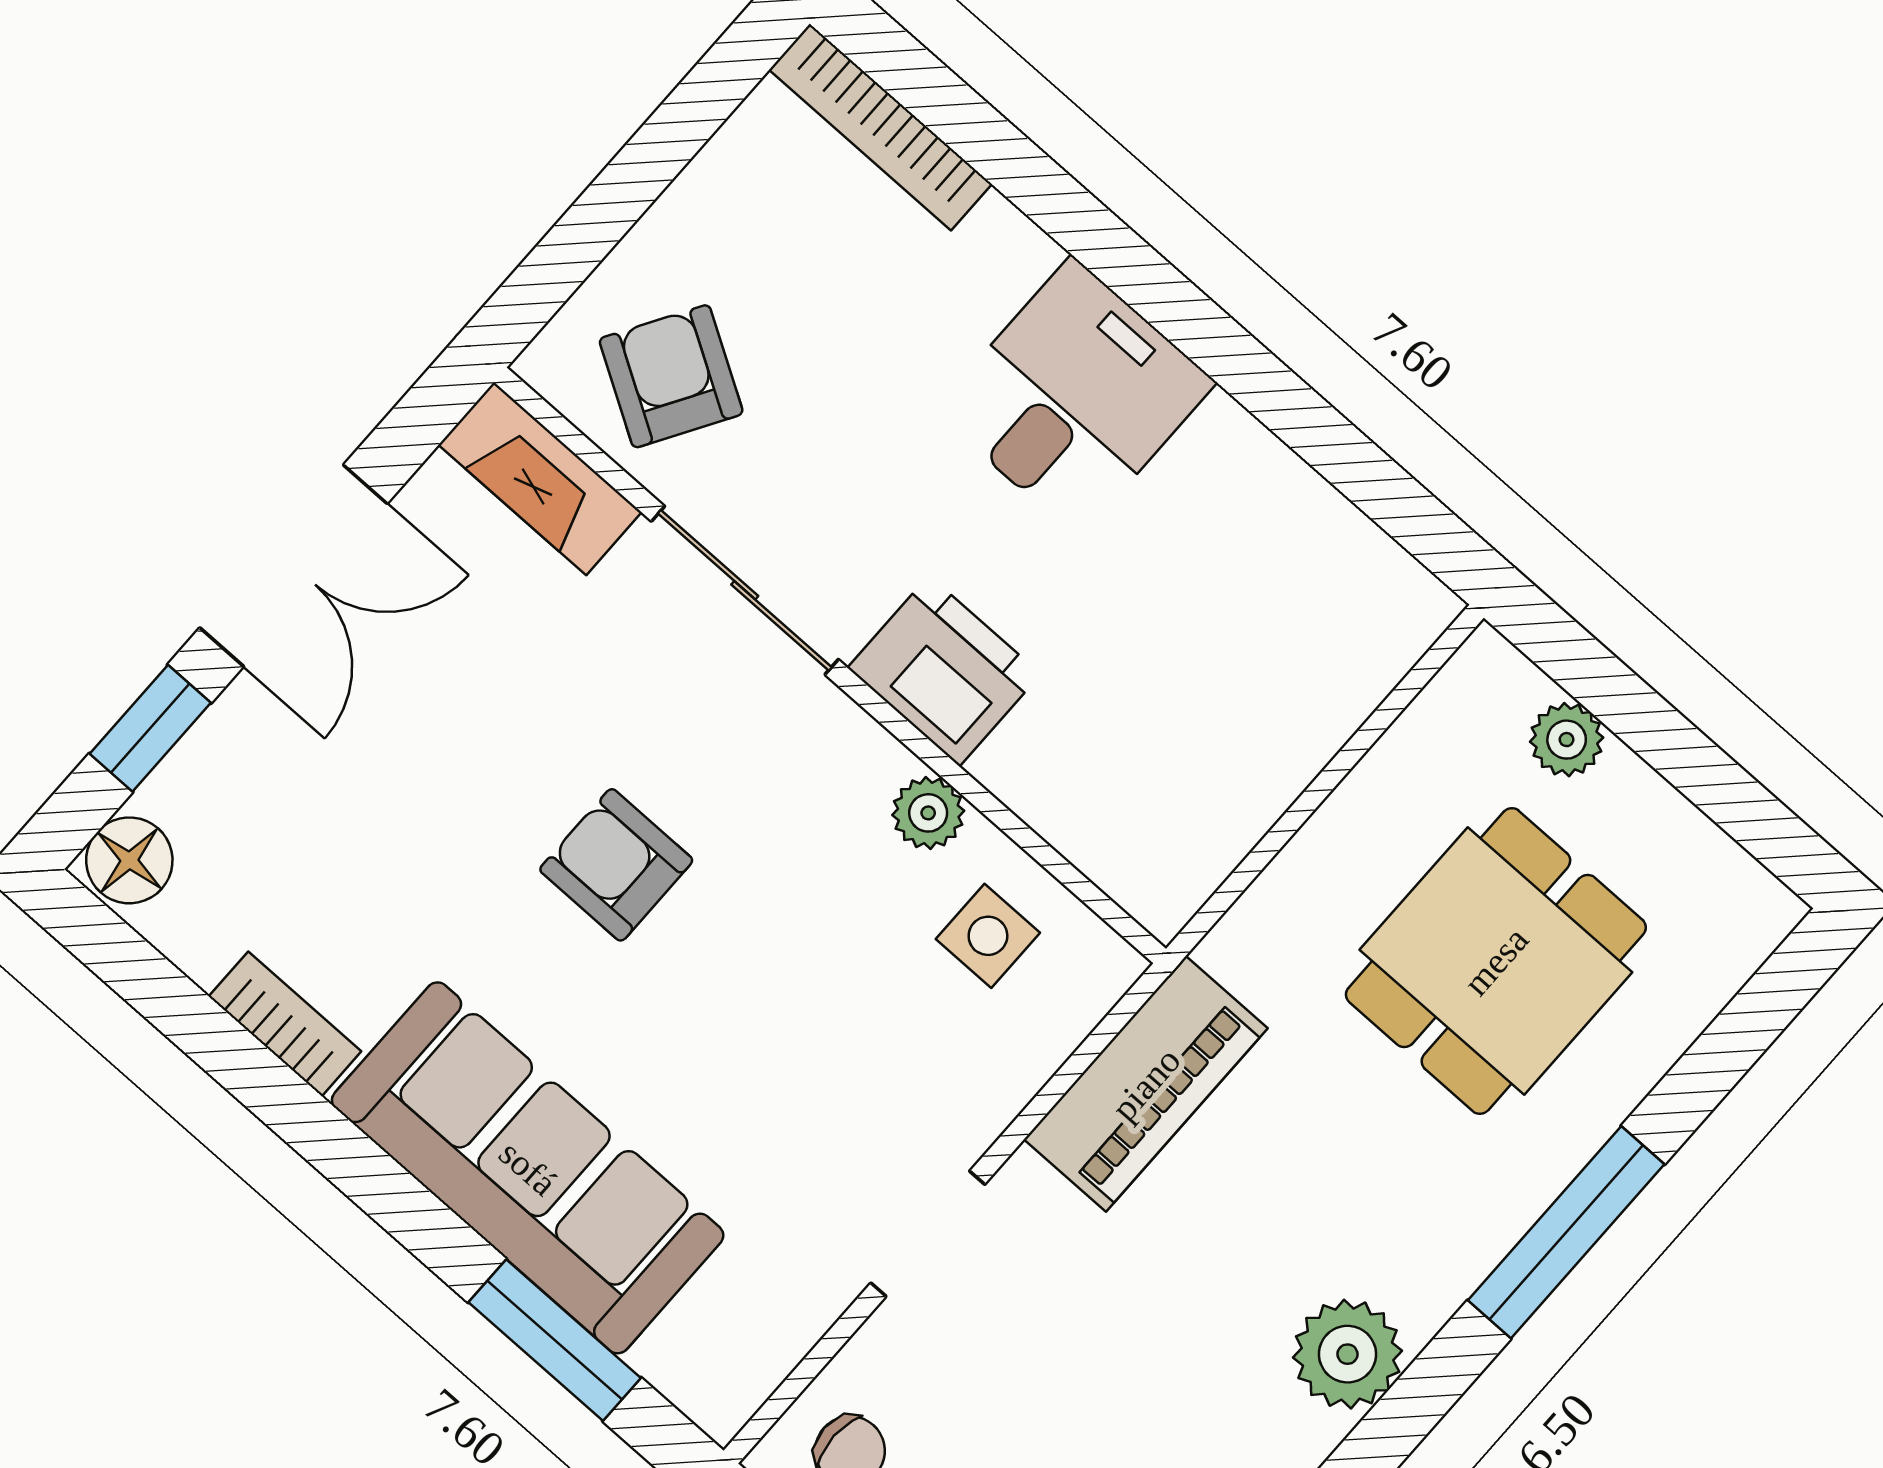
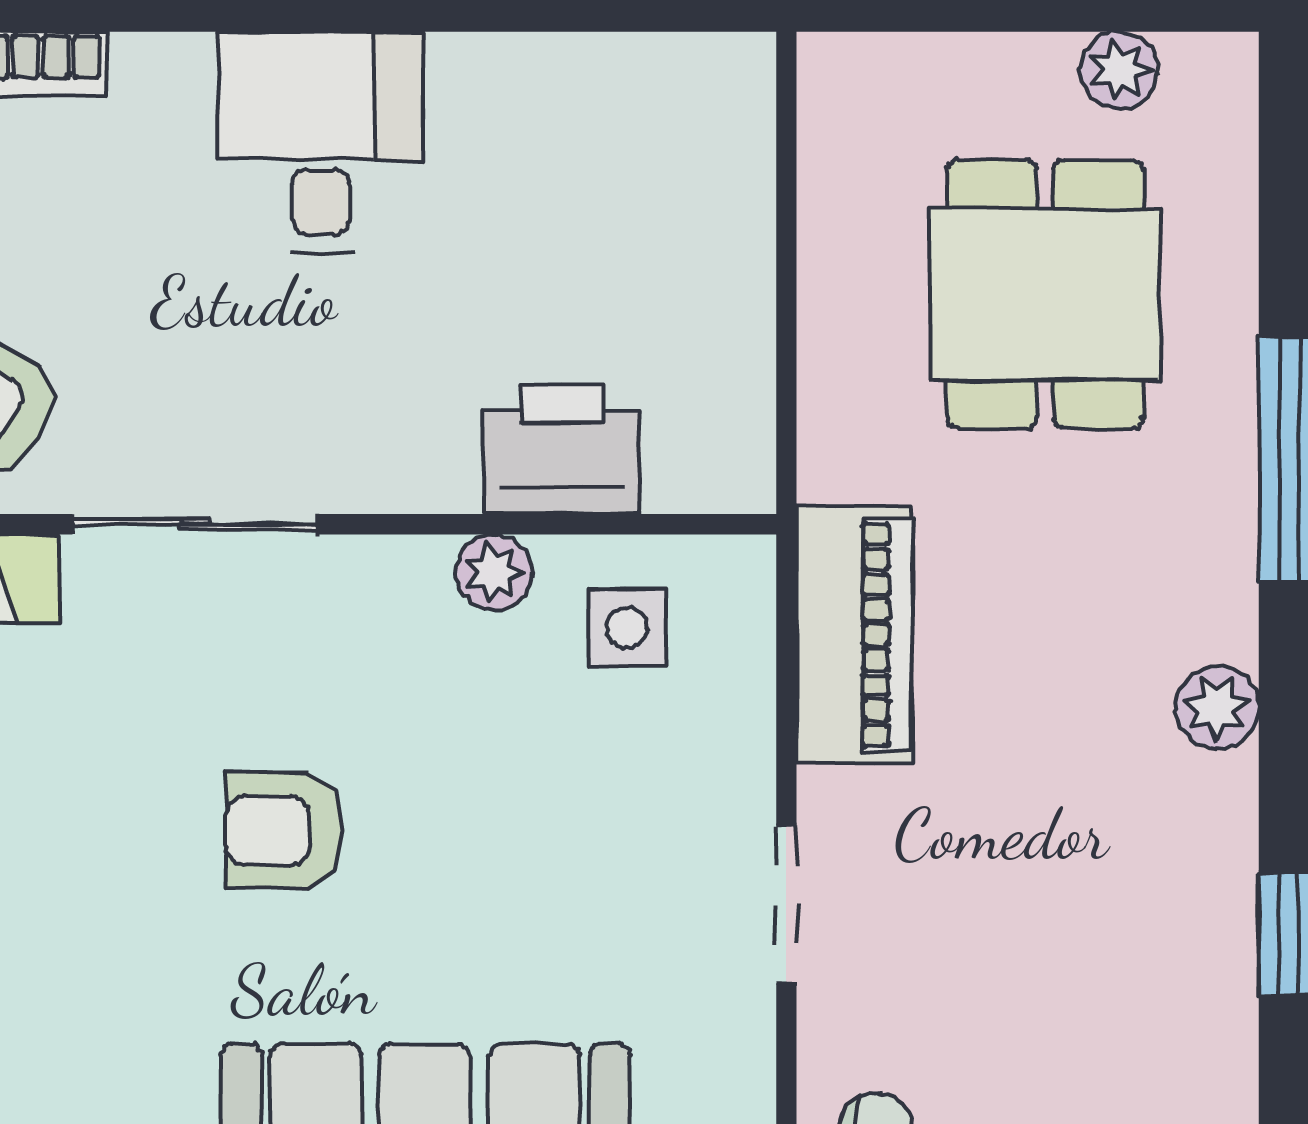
printer: (944, 671) -> (562, 449), moved
plant: (1567, 740) -> (1119, 70), moved
plant: (1348, 1354) -> (1217, 708), width x0.73, depth x0.73

